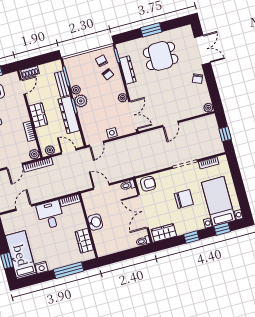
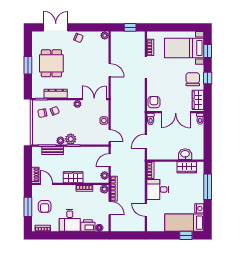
dresser: (69, 115) -> (80, 152), removed
chair: (184, 199) -> (193, 79), moved
washbasin: (95, 222) -> (185, 154), moved

